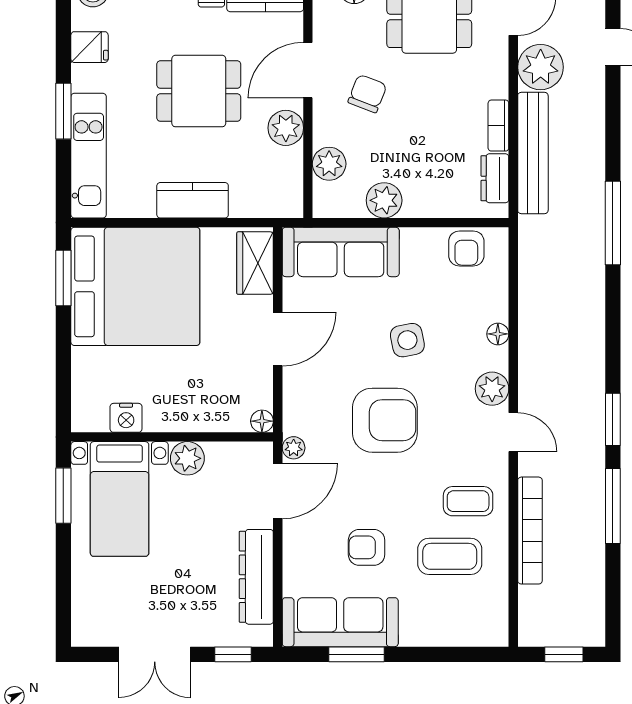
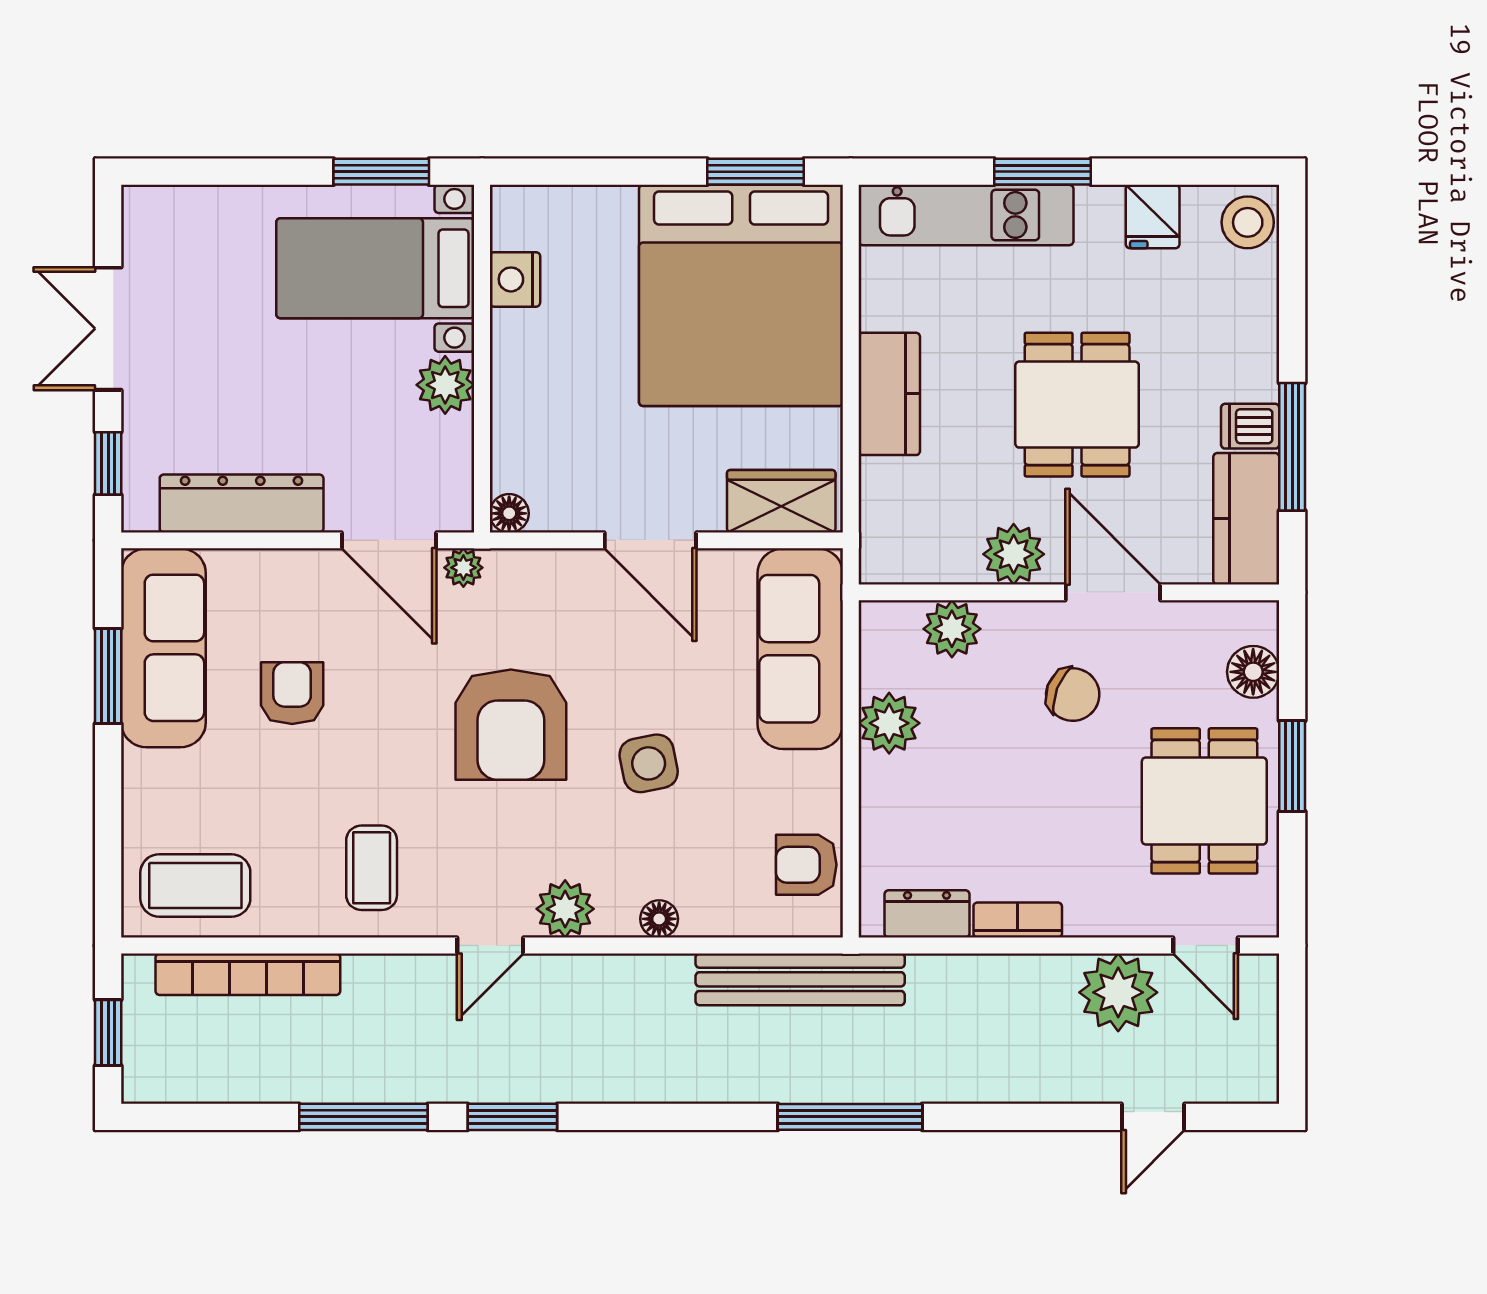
bench: (533, 153) -> (800, 979), moved
bookcase: (530, 531) -> (248, 974), moved
coffee table: (450, 556) -> (195, 885), moved, turned 90

